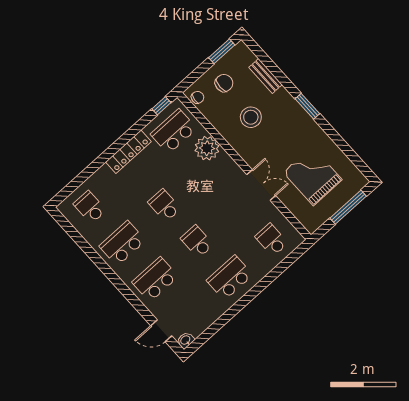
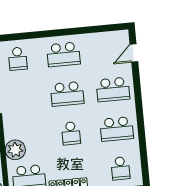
school desk: (197, 242) -> (67, 94), width x1.85
door: (161, 331) -> (134, 53), swing flipped
washbasin: (186, 340) -> (123, 35), removed

